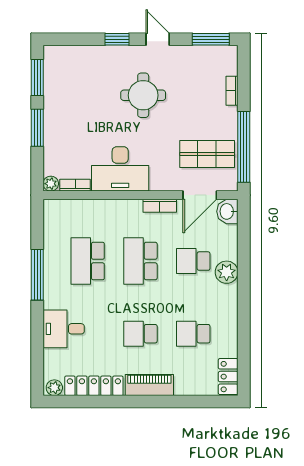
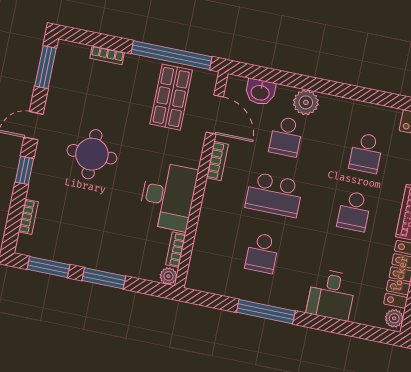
bookcase: (77, 51) -> (28, 217), added
washbasin: (227, 211) -> (260, 92), moved
school desk: (88, 261) -> (262, 253), width x0.54

